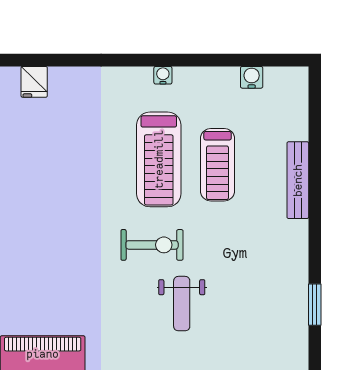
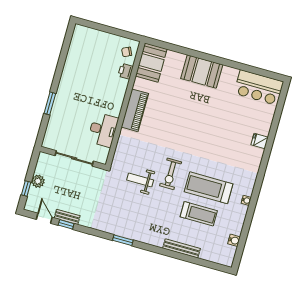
treadmill: (218, 165) -> (199, 214), turned 180

